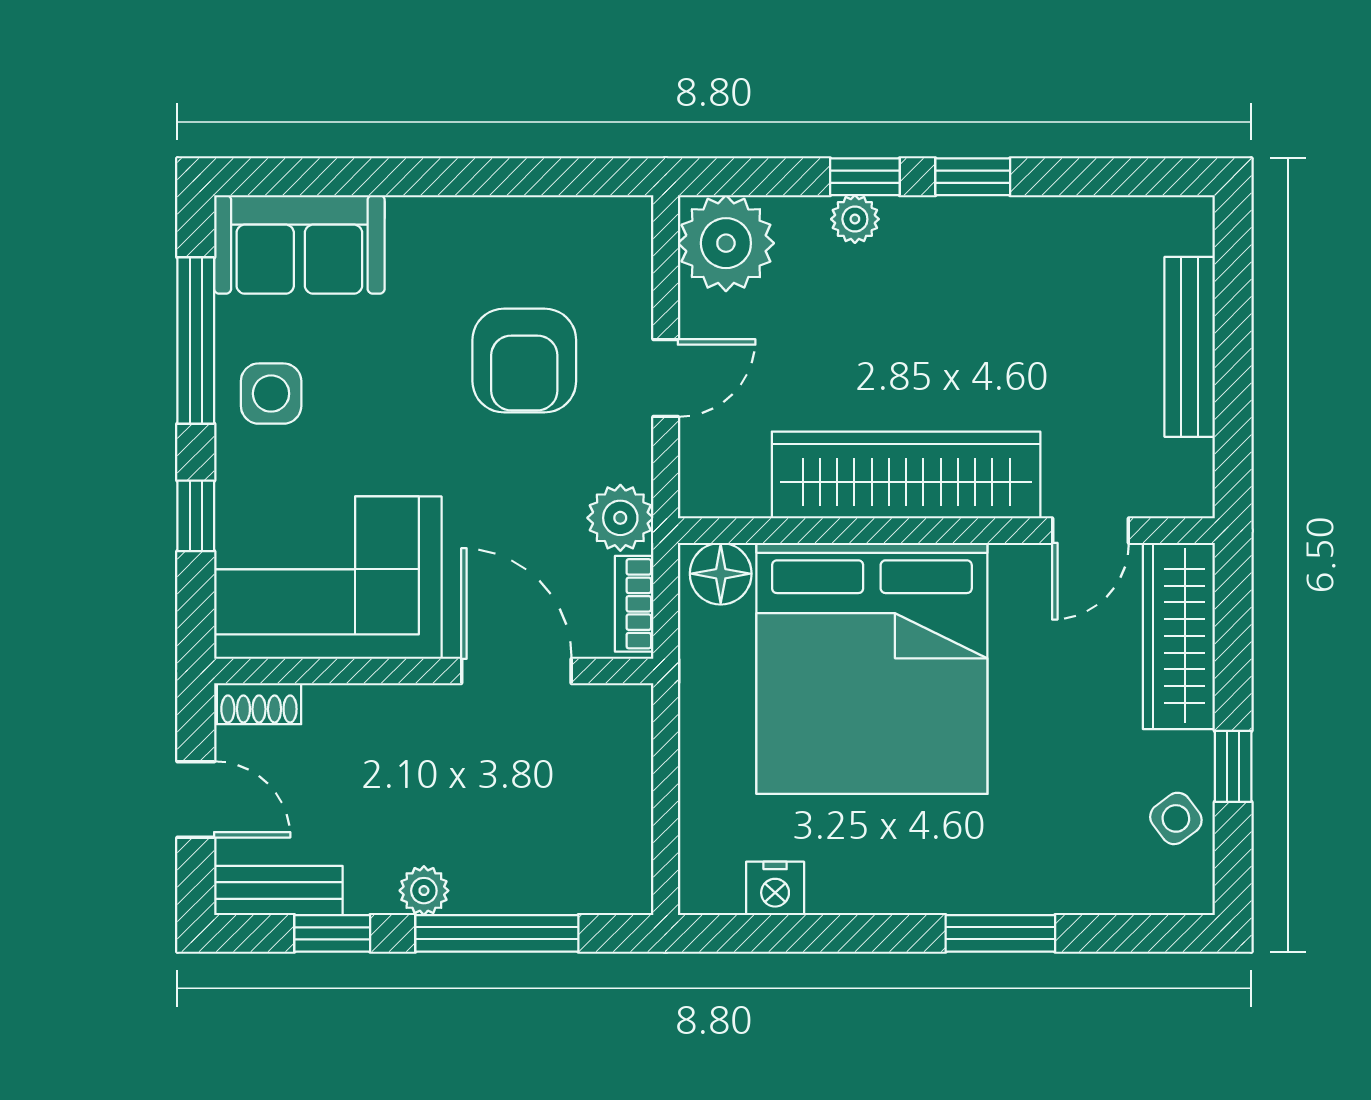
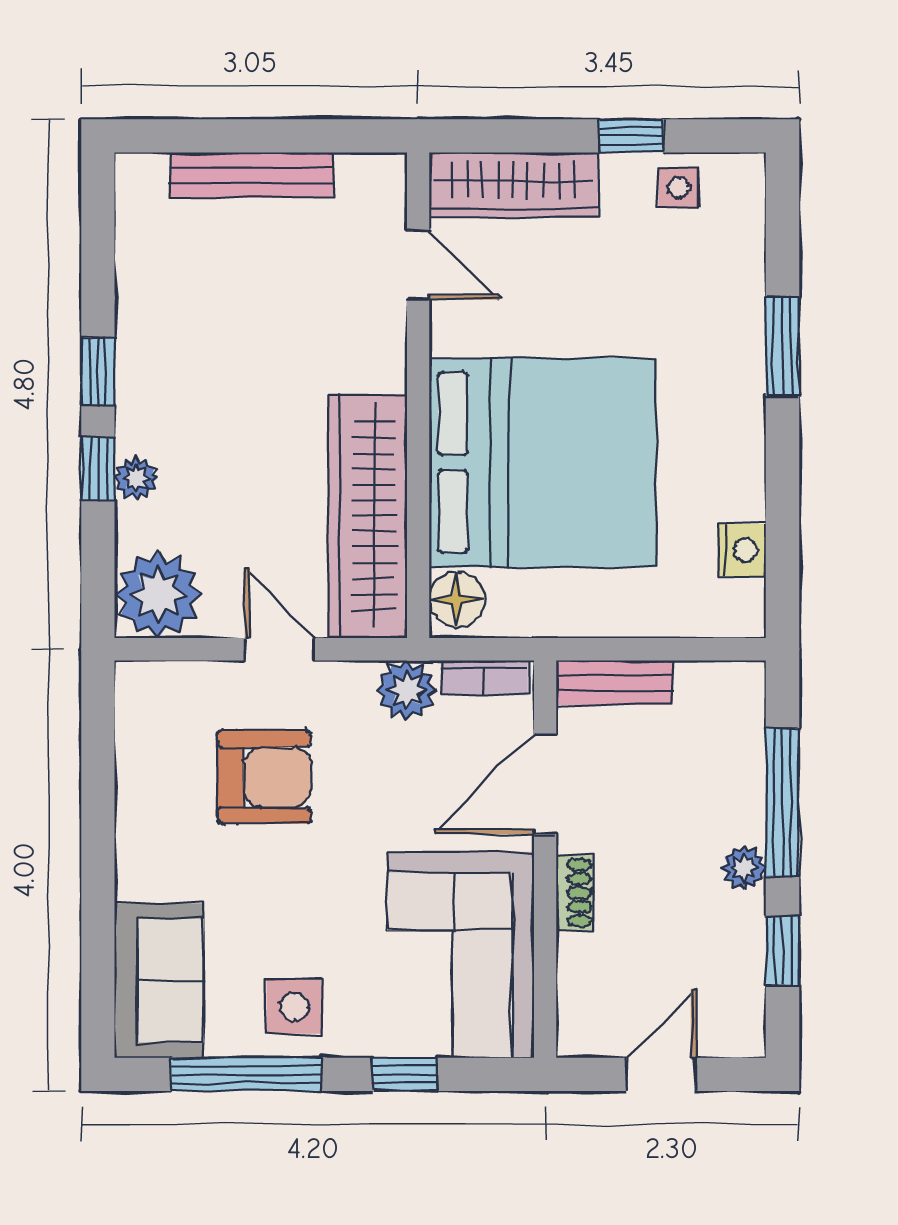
wardrobe: (906, 475) -> (368, 515), moved
shoe rack: (259, 704) -> (575, 893), moved
side table: (1176, 818) -> (678, 188), turned 37
bench: (278, 890) -> (614, 683), moved, turned 90

